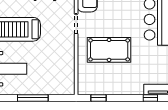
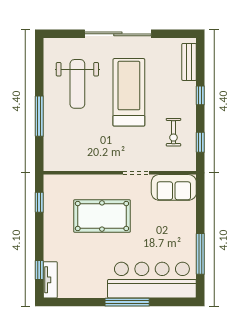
pool table: (109, 50) -> (102, 216), turned 90

